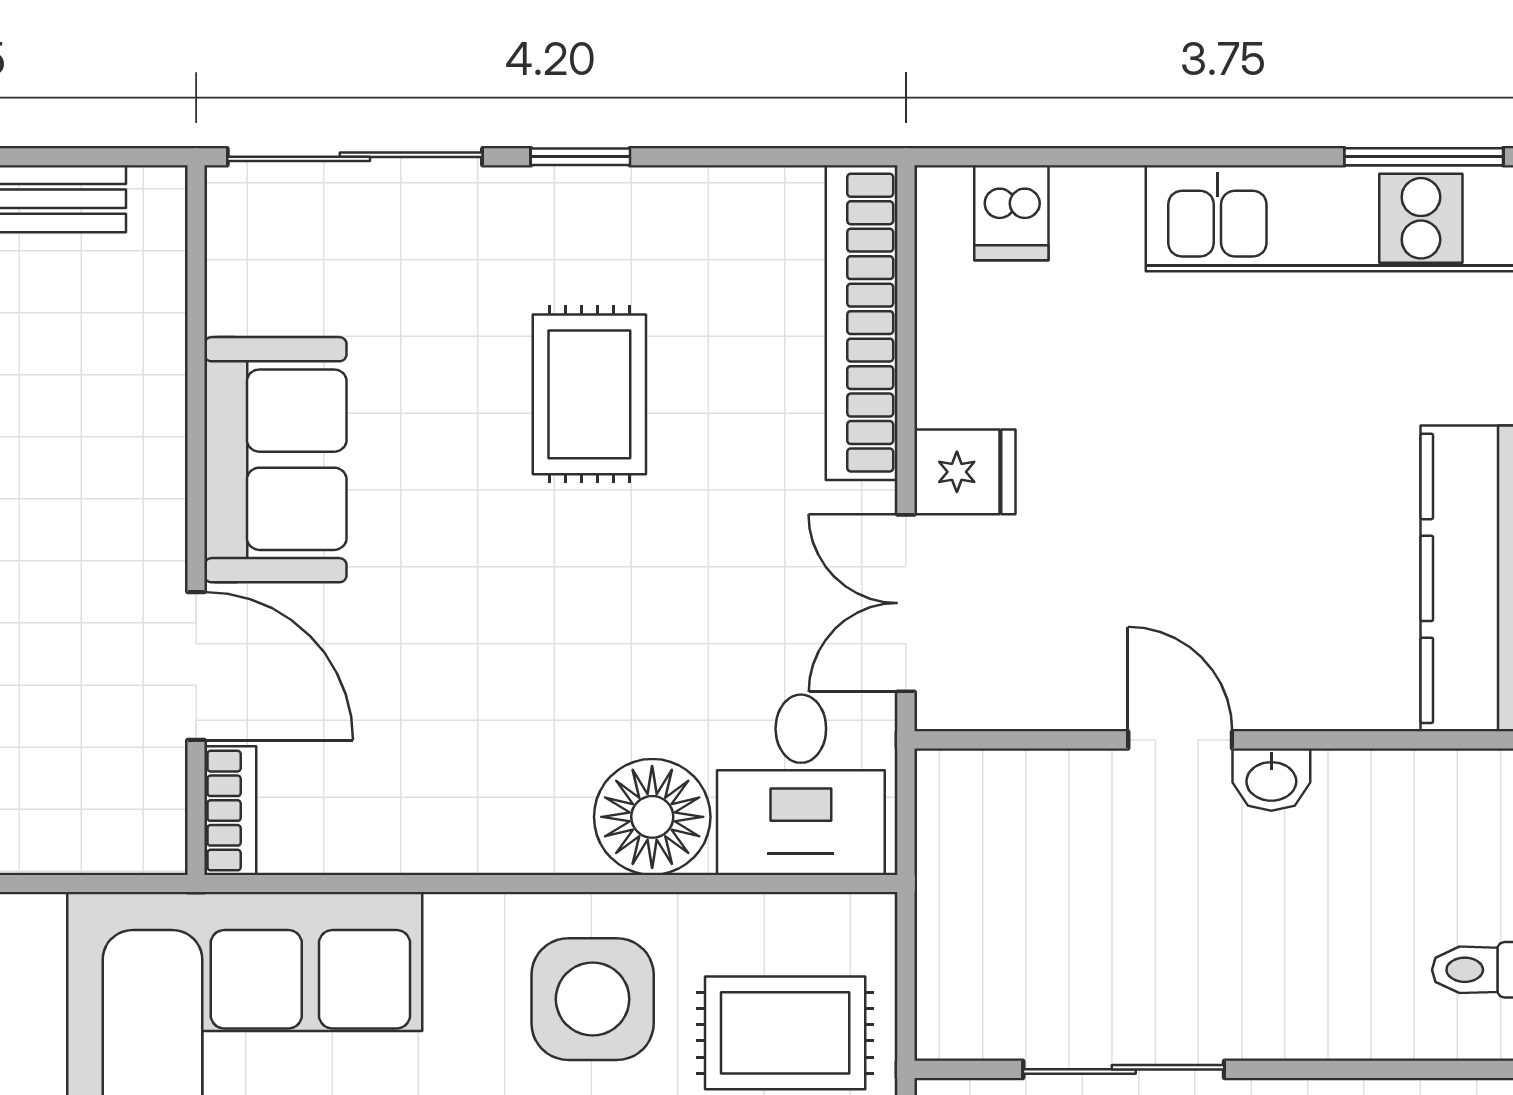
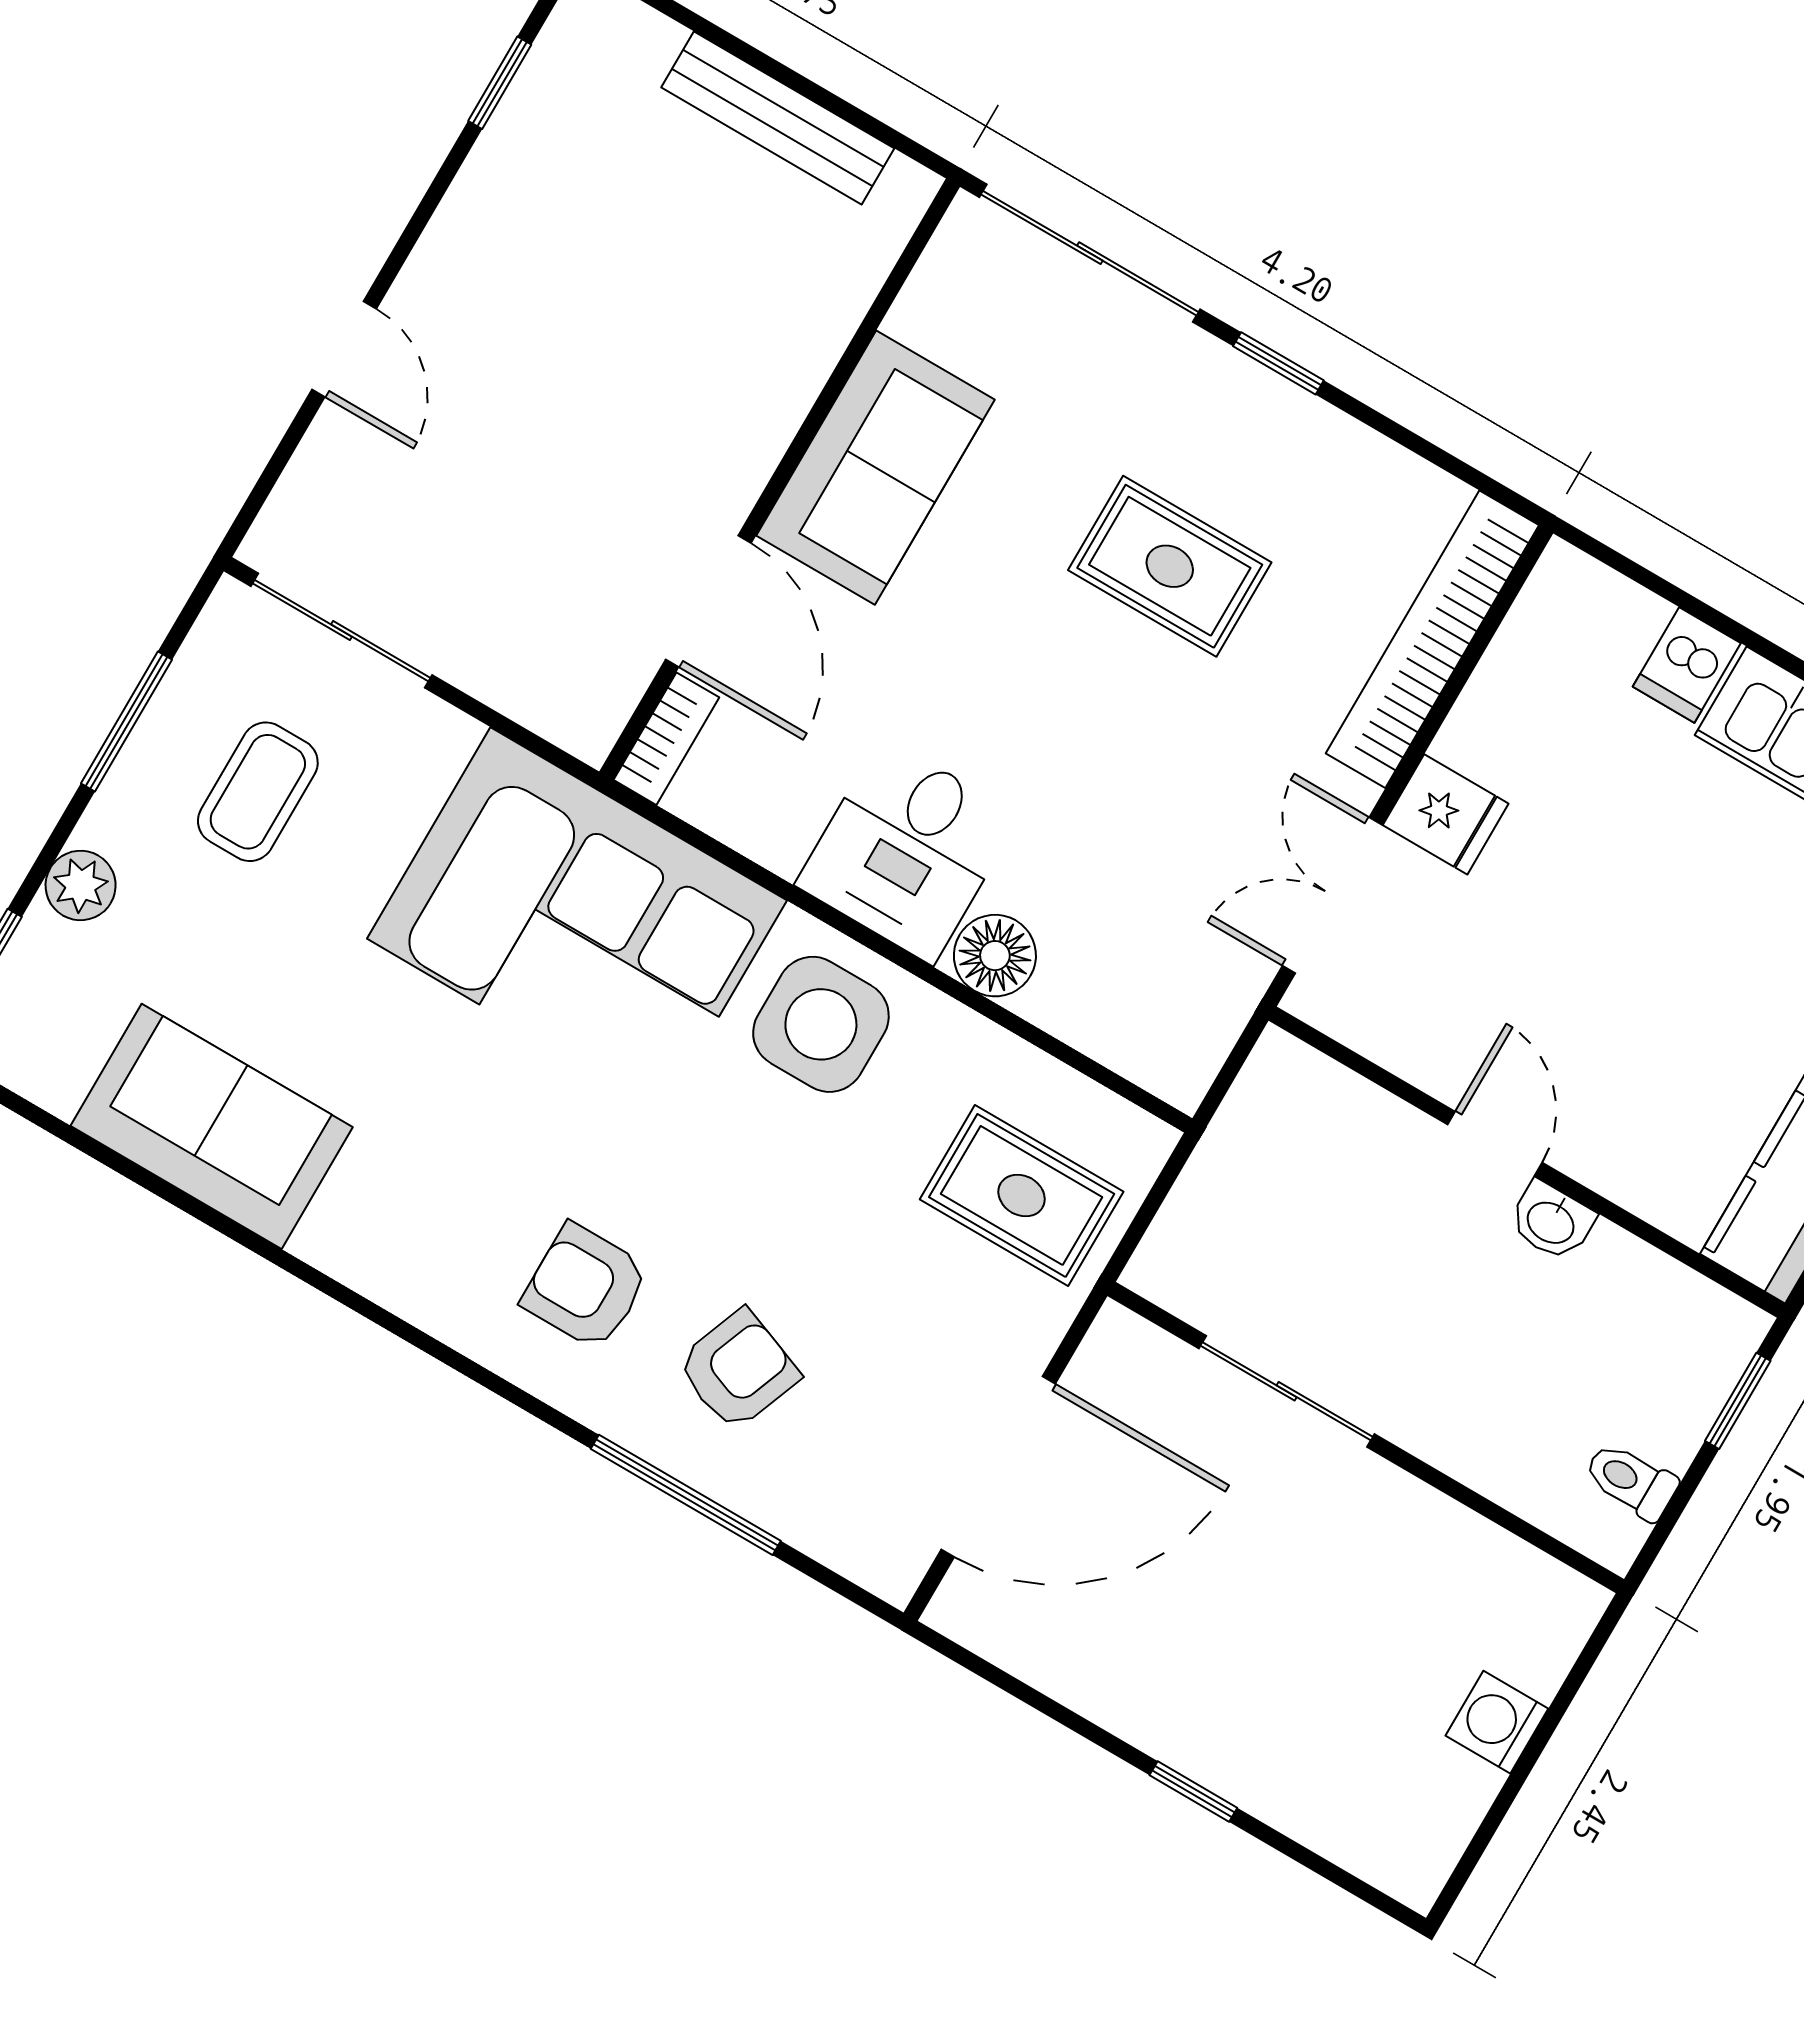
dishwasher: (1011, 213) -> (1687, 665), moved
rug: (589, 394) -> (1170, 566), turned 90
desk: (801, 785) -> (907, 851), moved
floor lamp: (652, 817) -> (995, 956), width x0.73, depth x0.73
side table: (593, 999) -> (821, 1024), moved

